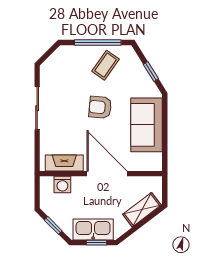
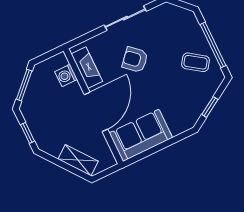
armchair: (100, 107) -> (135, 60), moved, turned -53
sofa: (147, 125) -> (141, 135), moved
window: (53, 225) -> (24, 85), width x1.50
kitchen sink: (93, 229) -> (38, 124), removed

